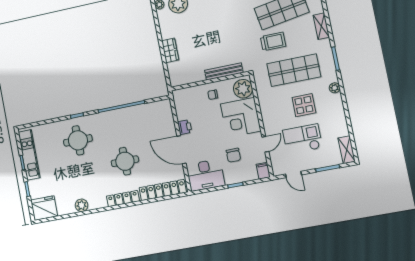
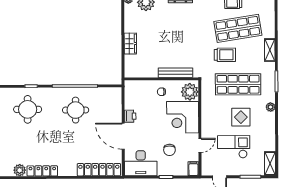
round table: (125, 161) -> (76, 110), moved
locker: (123, 199) -> (42, 171), moved

